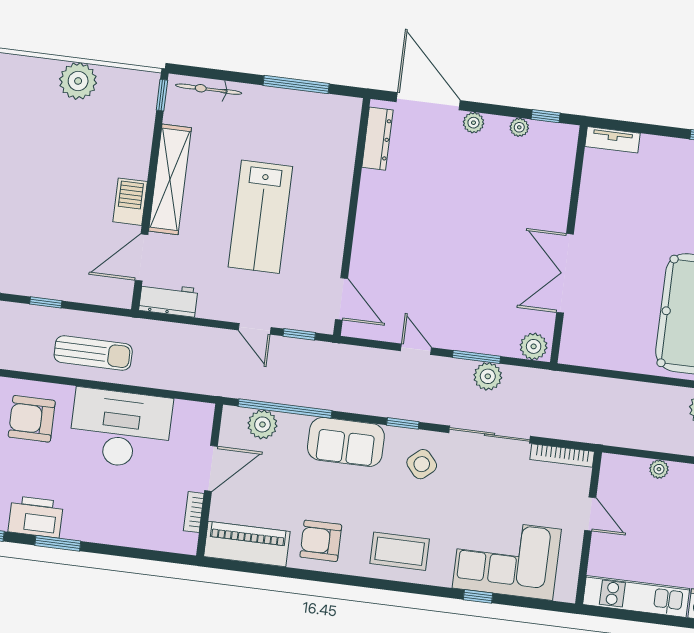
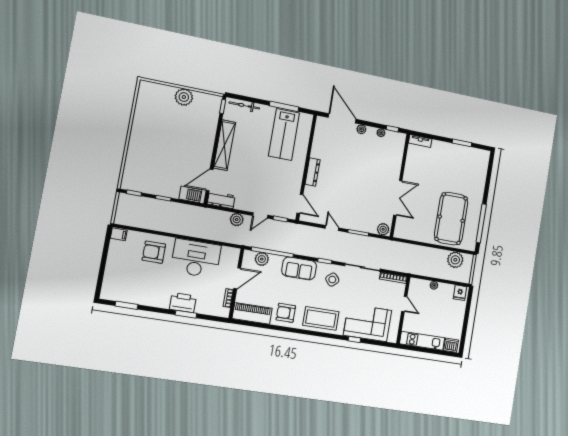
dresser: (377, 139) -> (313, 172), moved
barbecue: (130, 202) -> (190, 194), moved, turned 90
lab bench: (260, 217) -> (284, 134), moved
double door: (565, 273) -> (398, 198), swing flipped
door: (255, 329) -> (260, 215), hinge flipped
sun lounger: (93, 353) -> (185, 223), removed
plant: (488, 376) -> (237, 220), moved
printer: (36, 517) -> (183, 303), moved
window: (58, 543) -> (186, 314), moved
coffee table: (400, 551) -> (321, 318), width x1.36, depth x1.32

